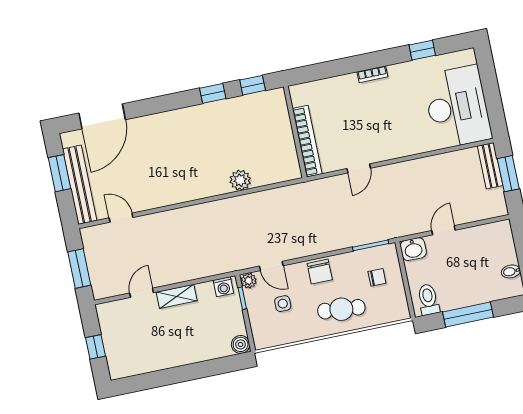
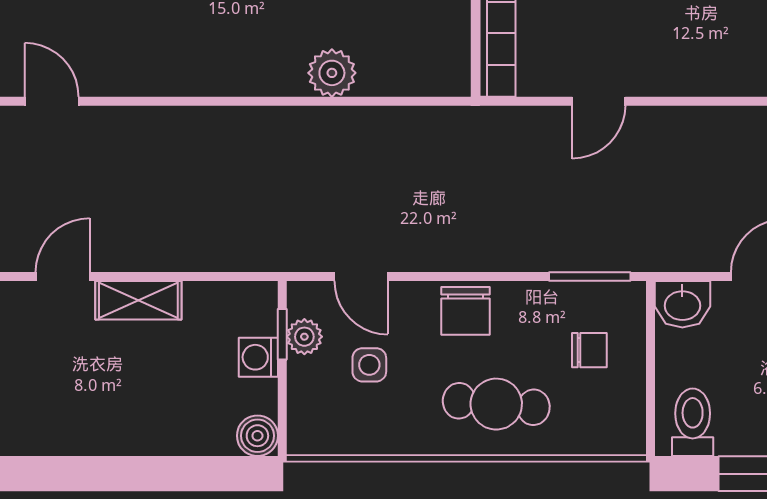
plant: (249, 281) -> (304, 337), moved
washing machine: (223, 287) -> (258, 357), moved, turned 90

